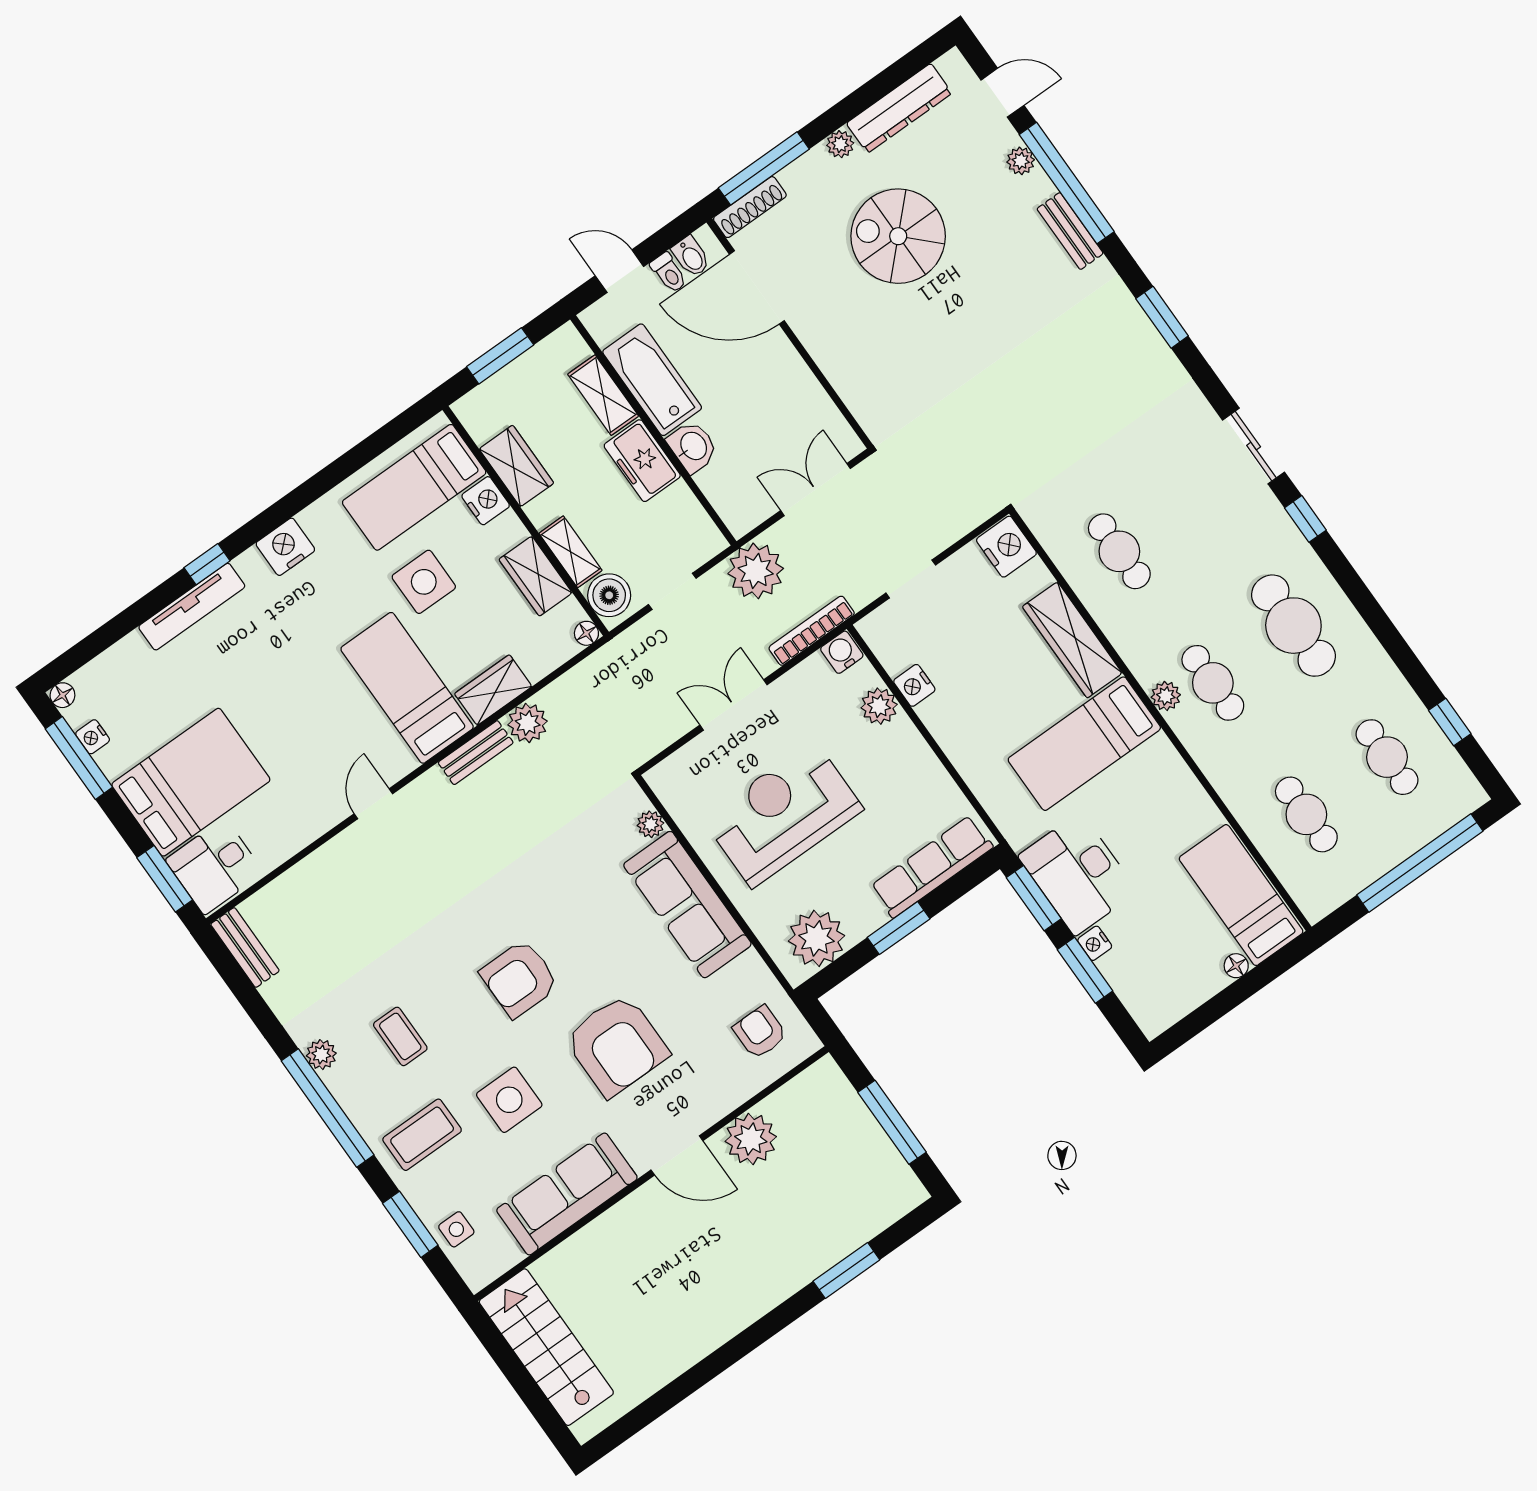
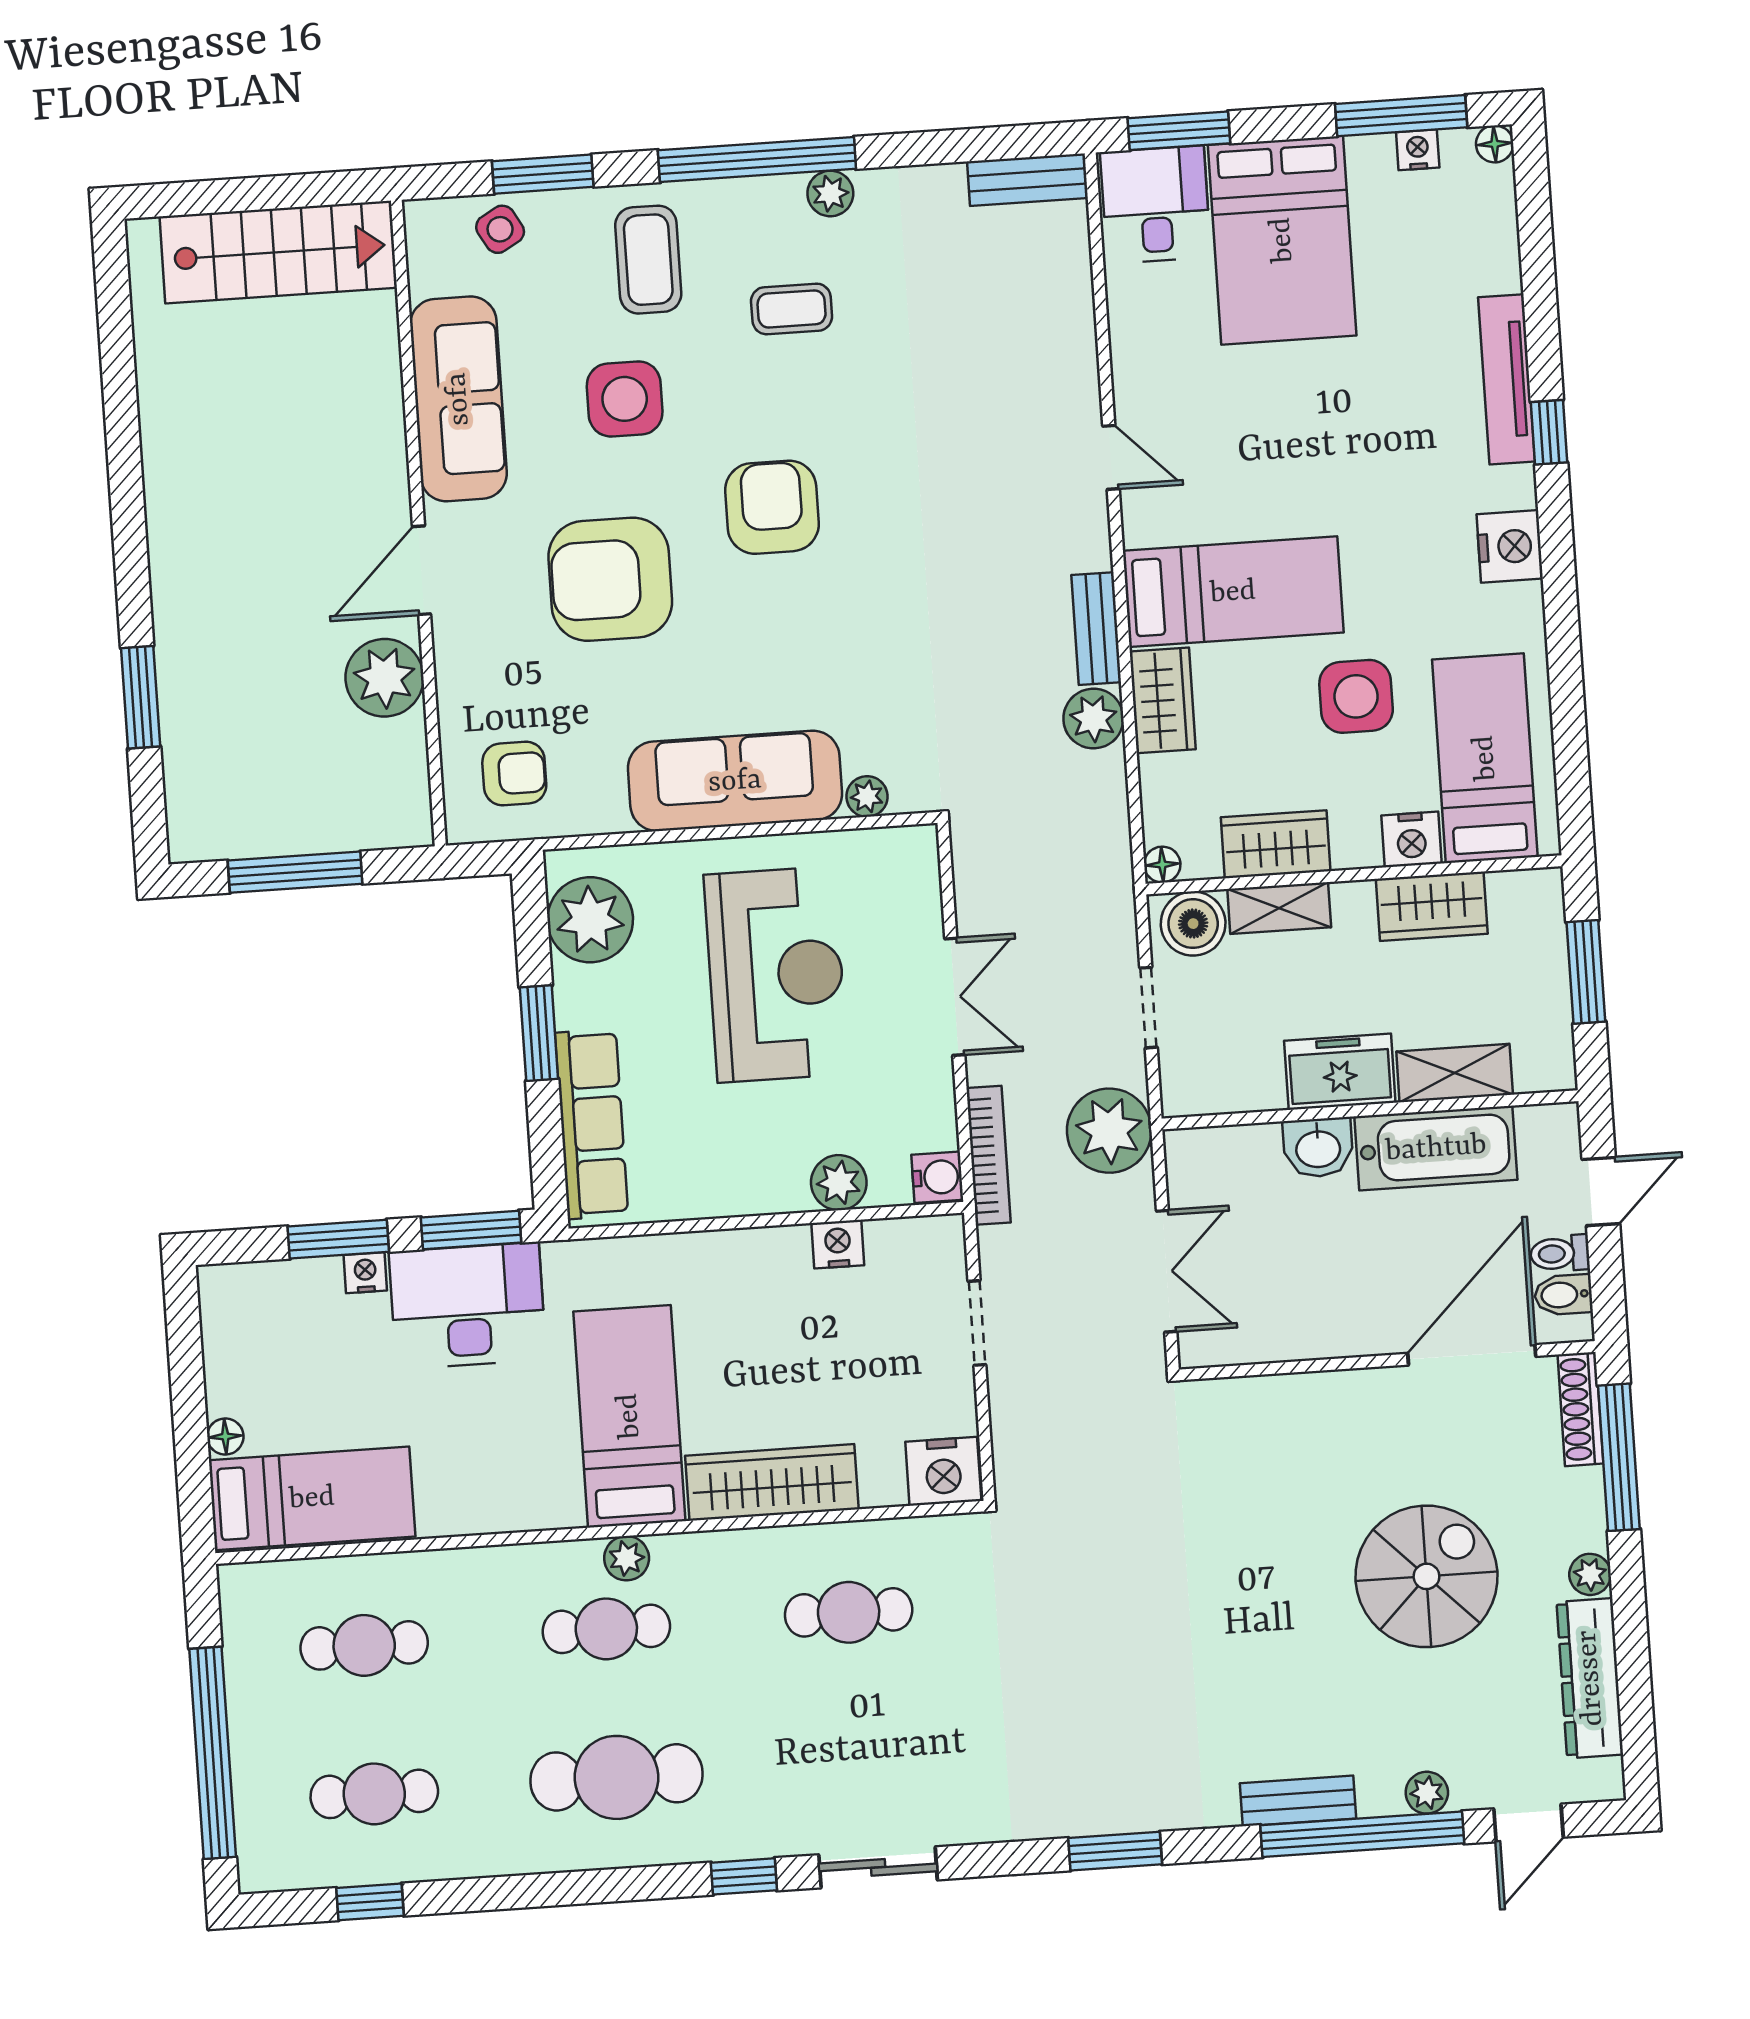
side table: (456, 1229) -> (500, 229), turned -30

